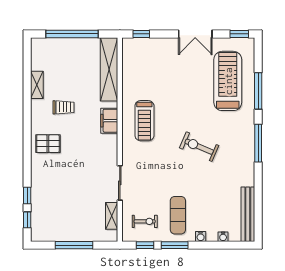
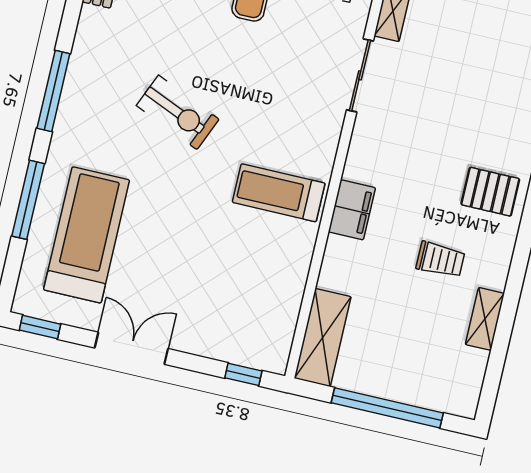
shelving: (109, 69) -> (323, 337), width x0.68
treadmill: (228, 81) -> (87, 235), turned 180
trolley: (63, 107) -> (440, 260), turned 180
treadmill: (144, 121) -> (279, 193), turned -90

